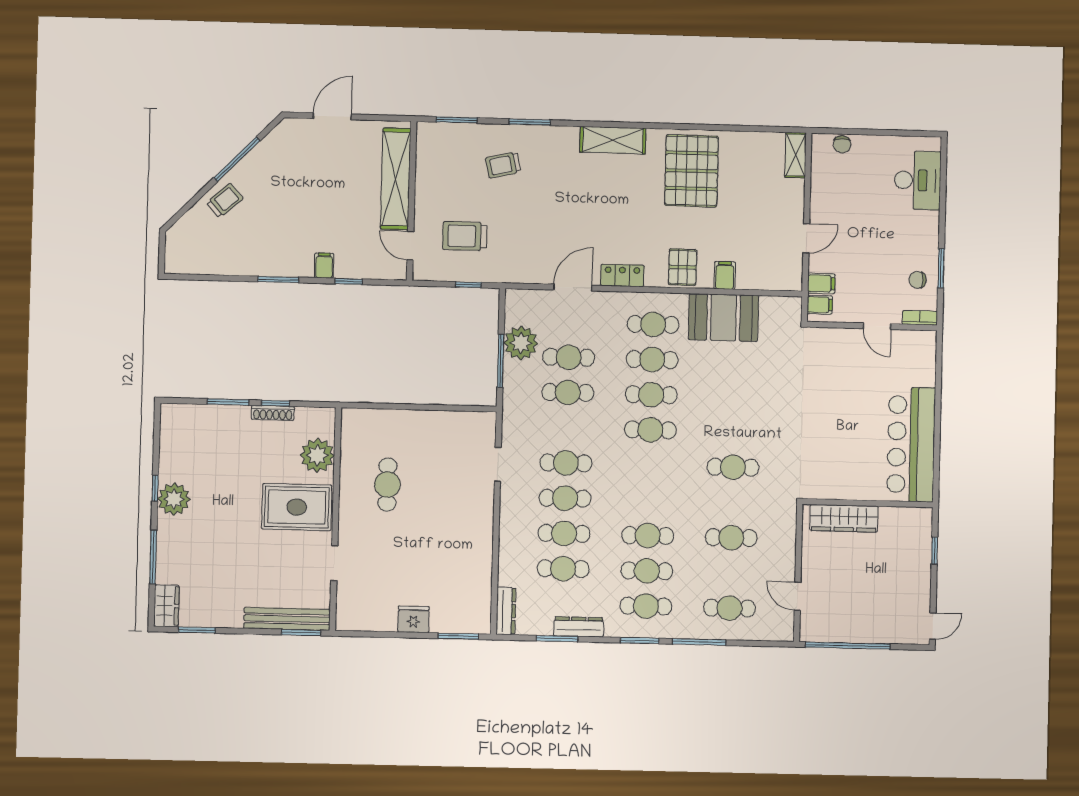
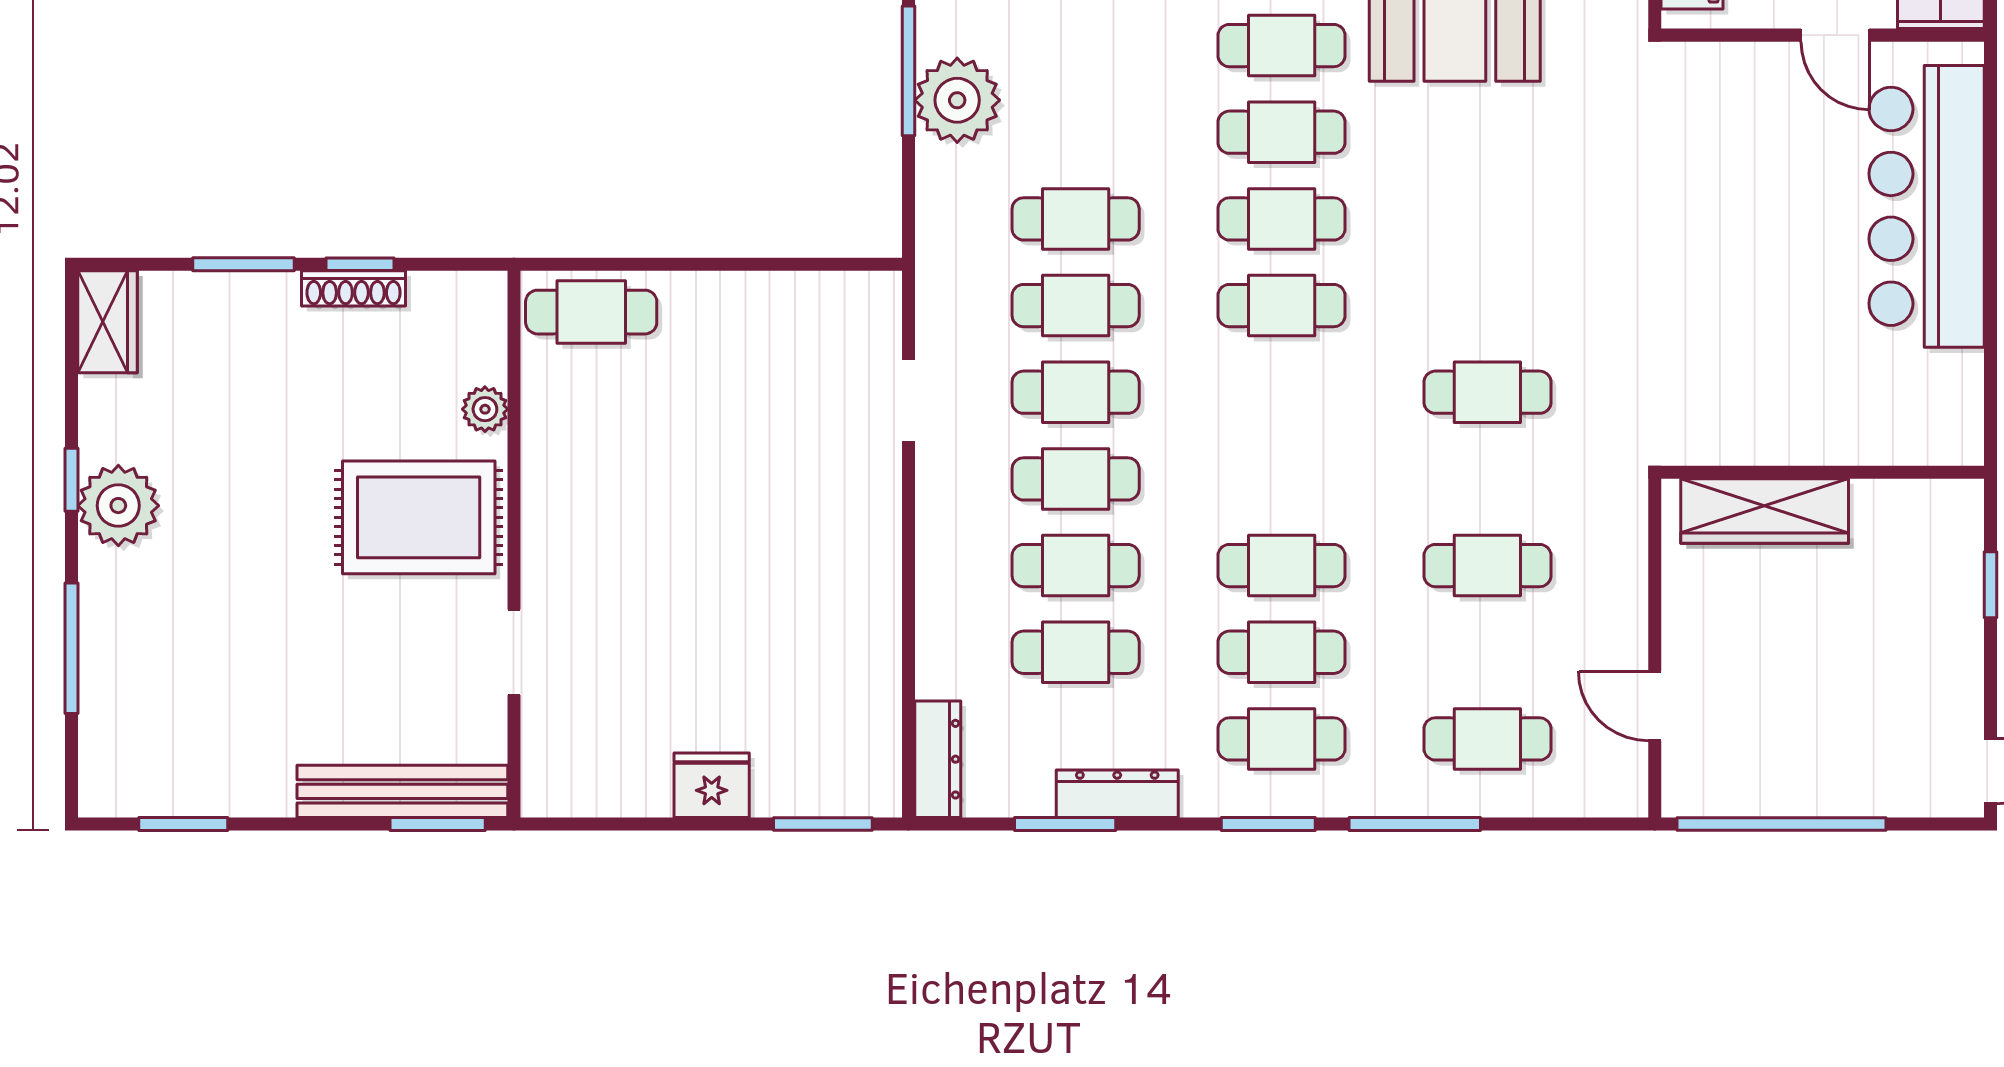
cafe table: (569, 357) -> (1076, 306), moved
window: (501, 361) -> (908, 71), moved
bar counter: (911, 444) -> (1927, 206), moved
plant: (317, 455) -> (485, 409), width x0.53, depth x0.53
cafe table: (387, 485) -> (591, 312), moved, turned 90
wardrobe: (166, 606) -> (108, 322), moved

